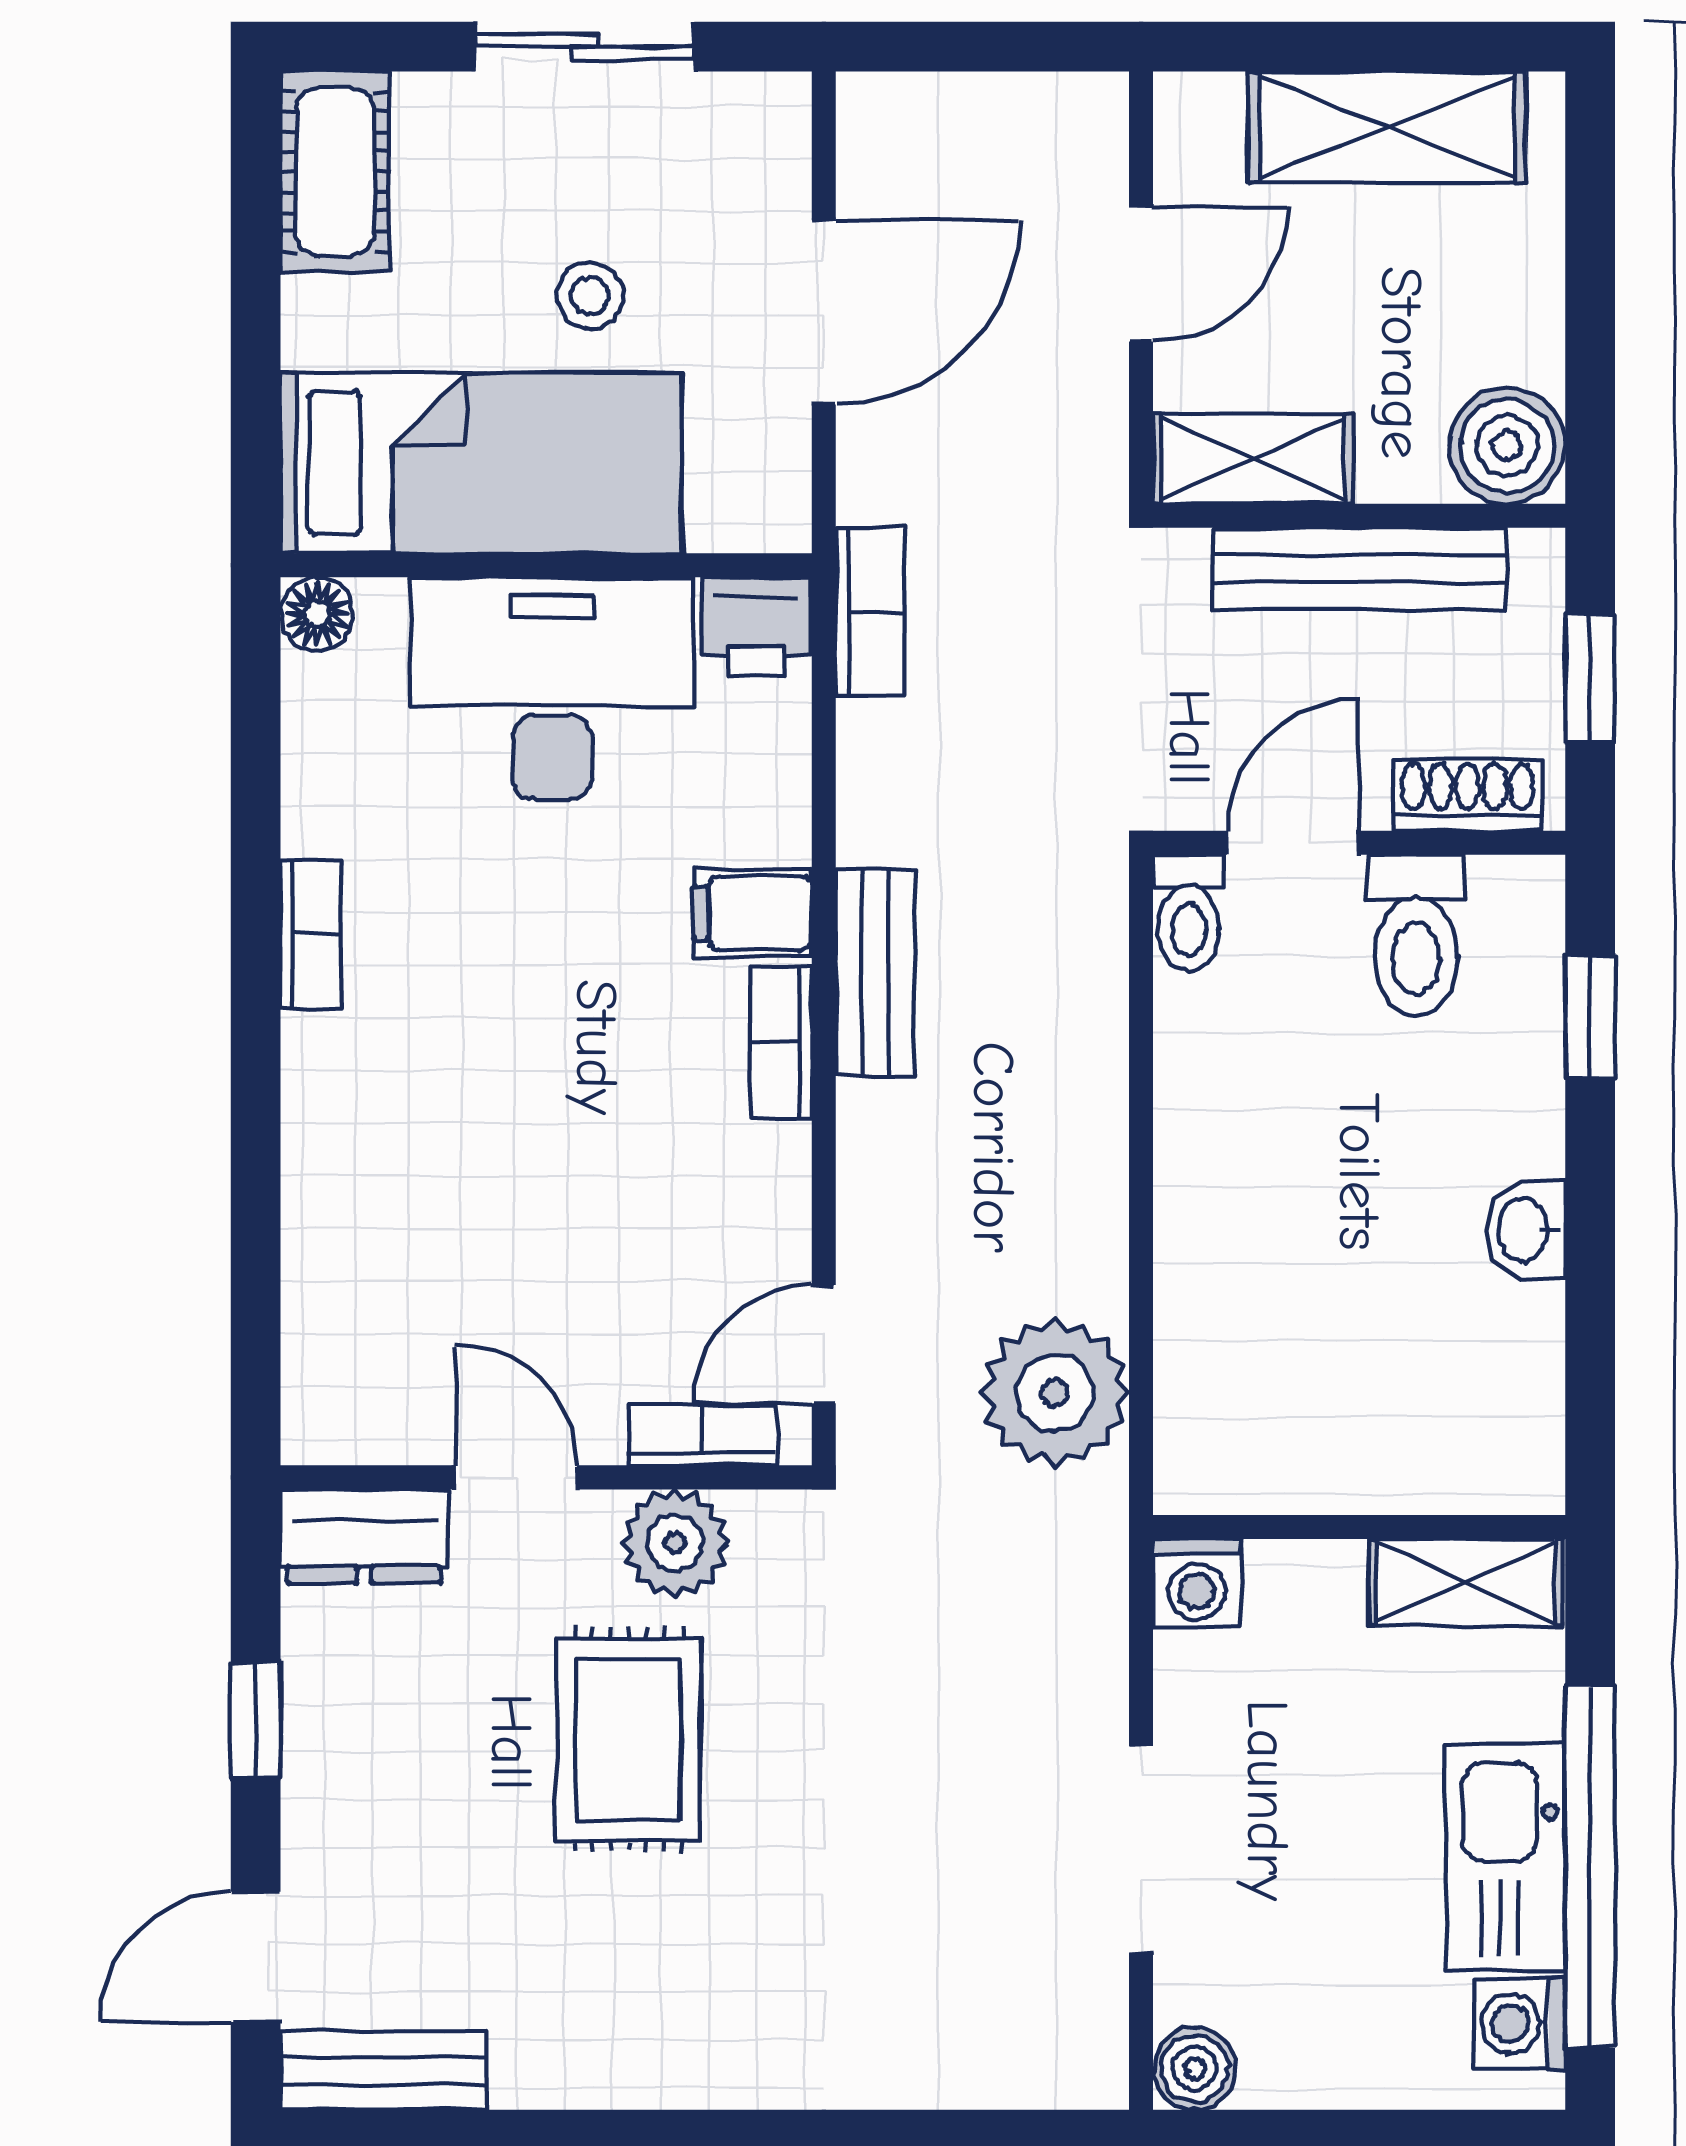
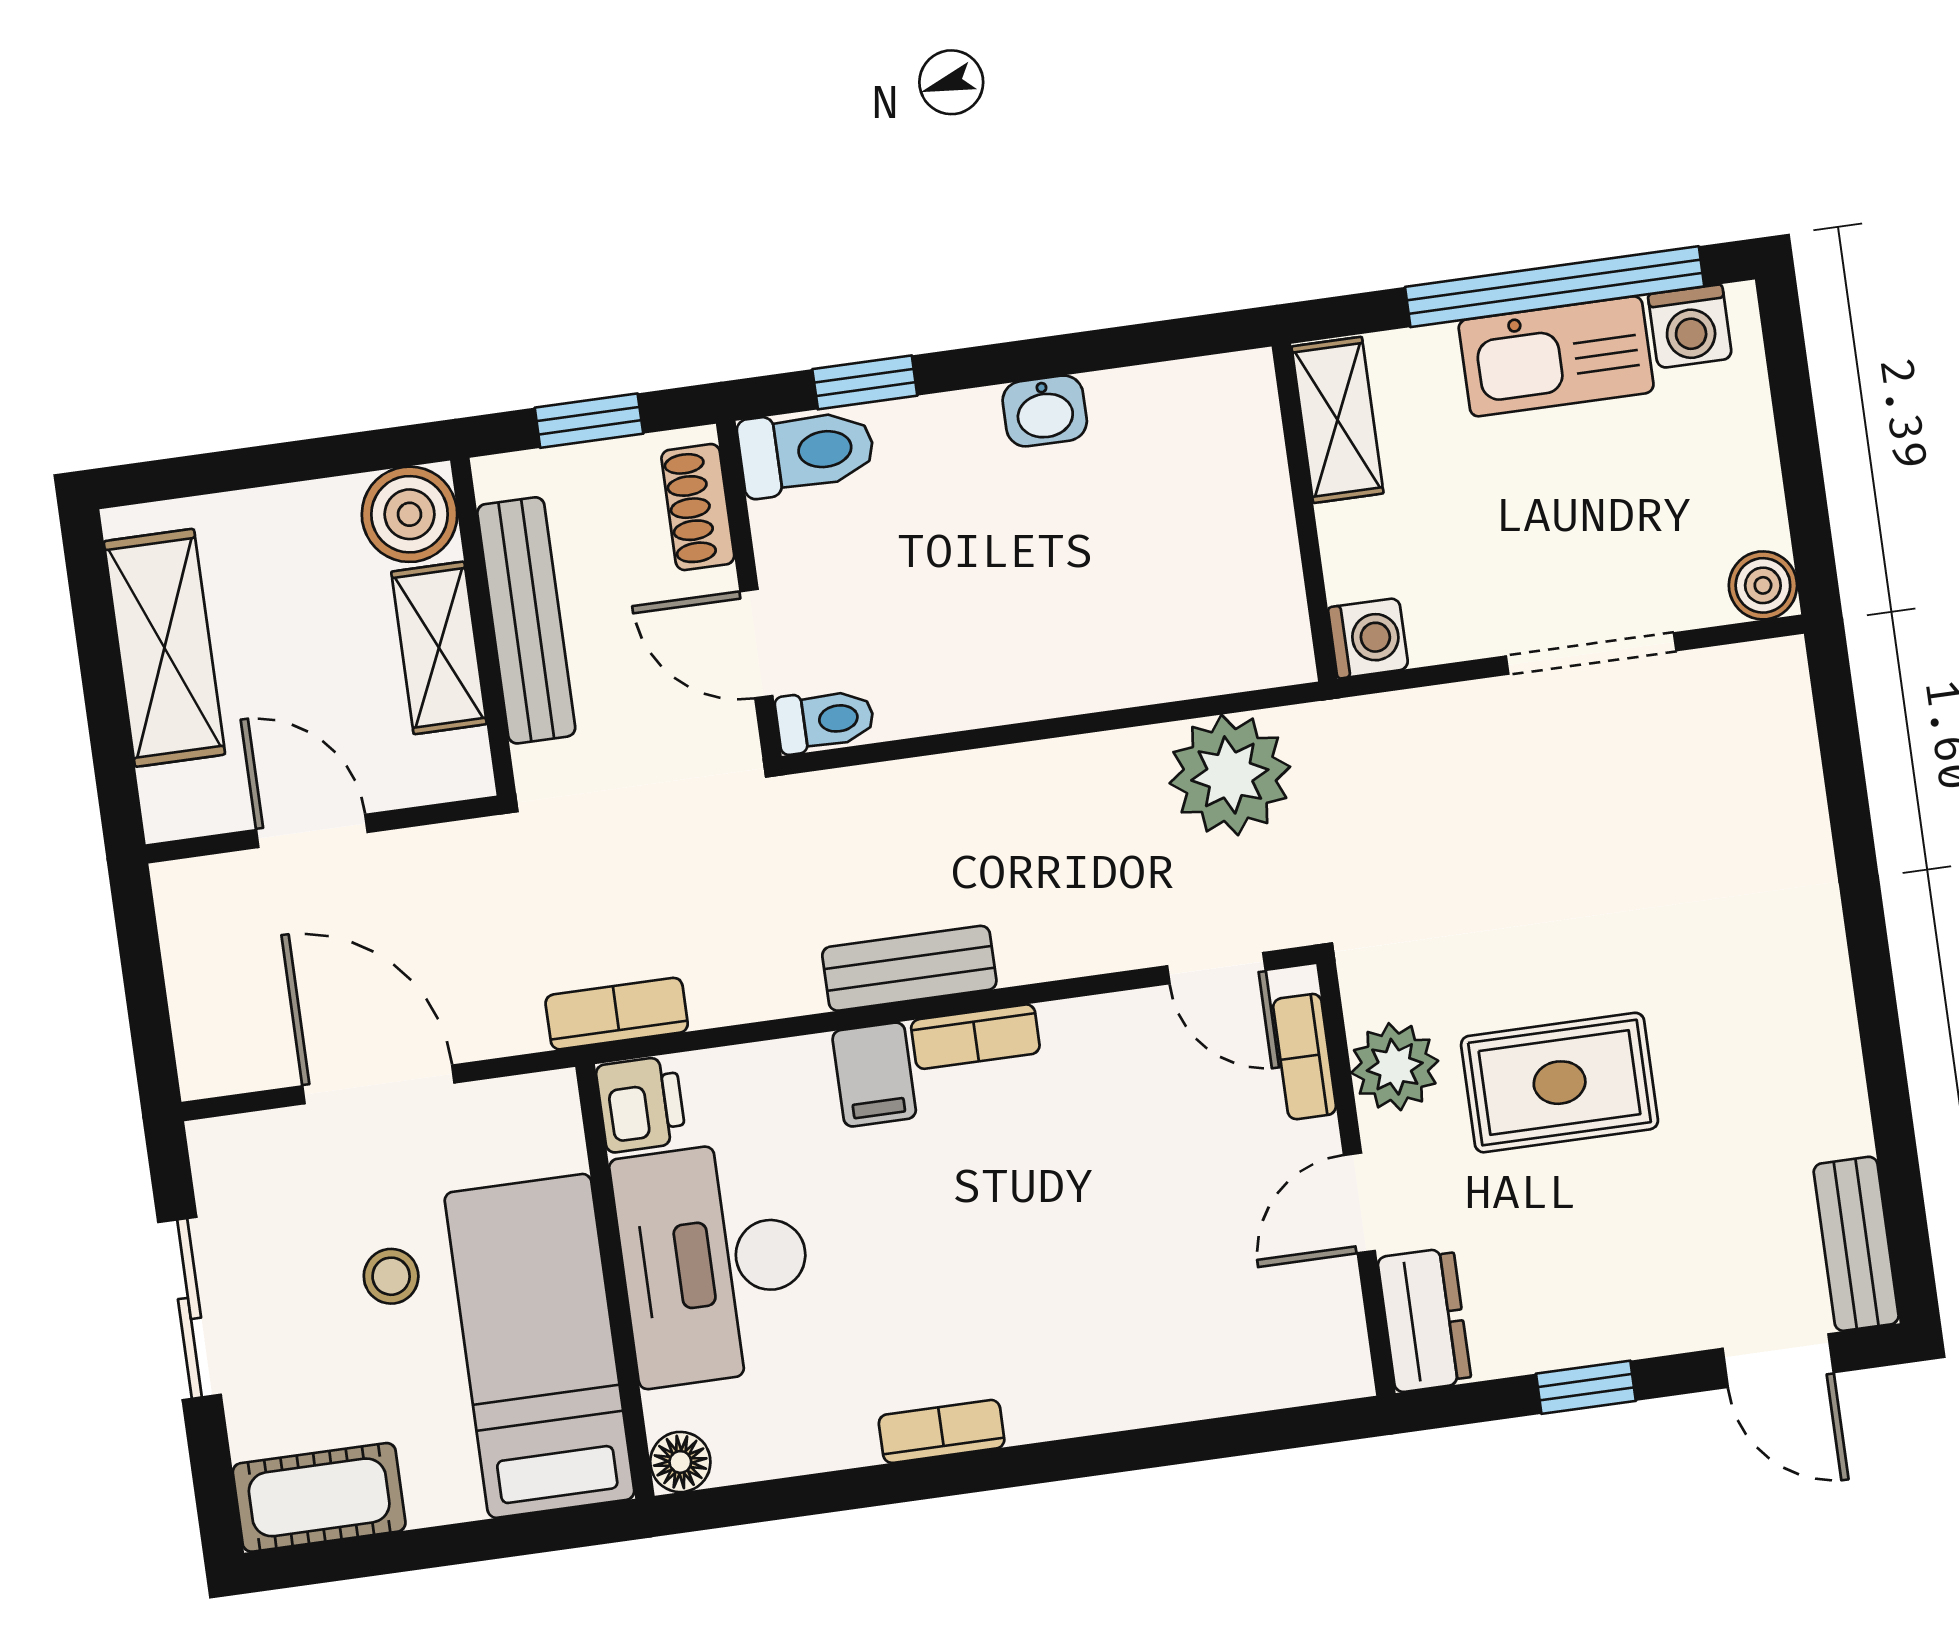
shelving: (1253, 459) -> (439, 648), moved
toilet: (1416, 936) -> (807, 452), moved

